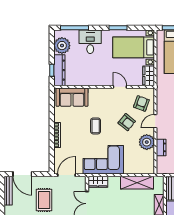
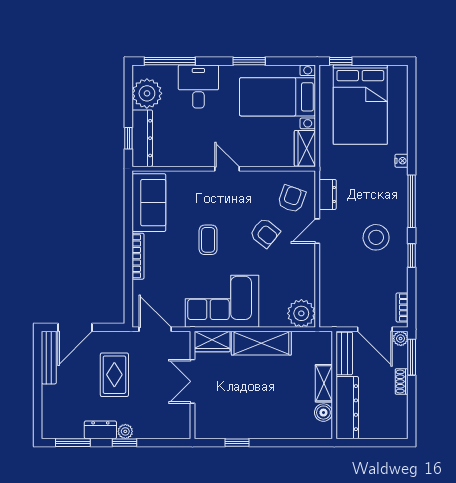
door: (120, 87) -> (227, 169), moved
sofa: (72, 97) -> (149, 203), moved, turned -90
plant: (147, 142) -> (301, 313), moved
dresser: (161, 147) -> (328, 194), moved
door: (22, 174) -> (75, 327), hinge flipped
door: (66, 175) -> (155, 329), hinge flipped
shelving: (137, 183) -> (261, 343), moved

